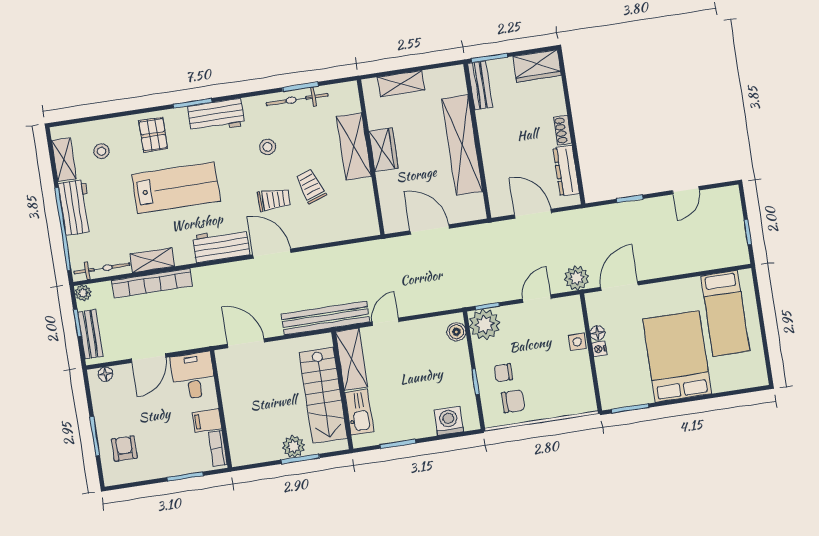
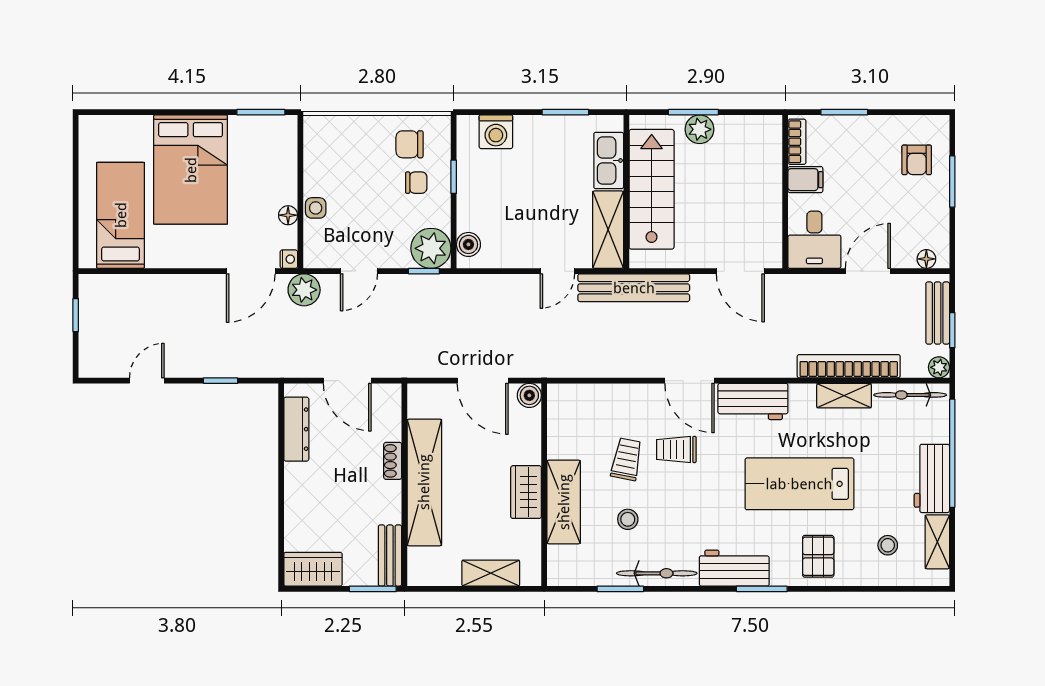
bicycle: (297, 99) -> (657, 573), moved
shoe rack: (563, 130) -> (393, 461), moved, turned 180
stool: (268, 147) -> (628, 519), moved
trolley: (311, 186) -> (627, 459), turned -150
boiler: (392, 224) -> (529, 395), added
nightstand: (599, 349) -> (289, 259), moved

